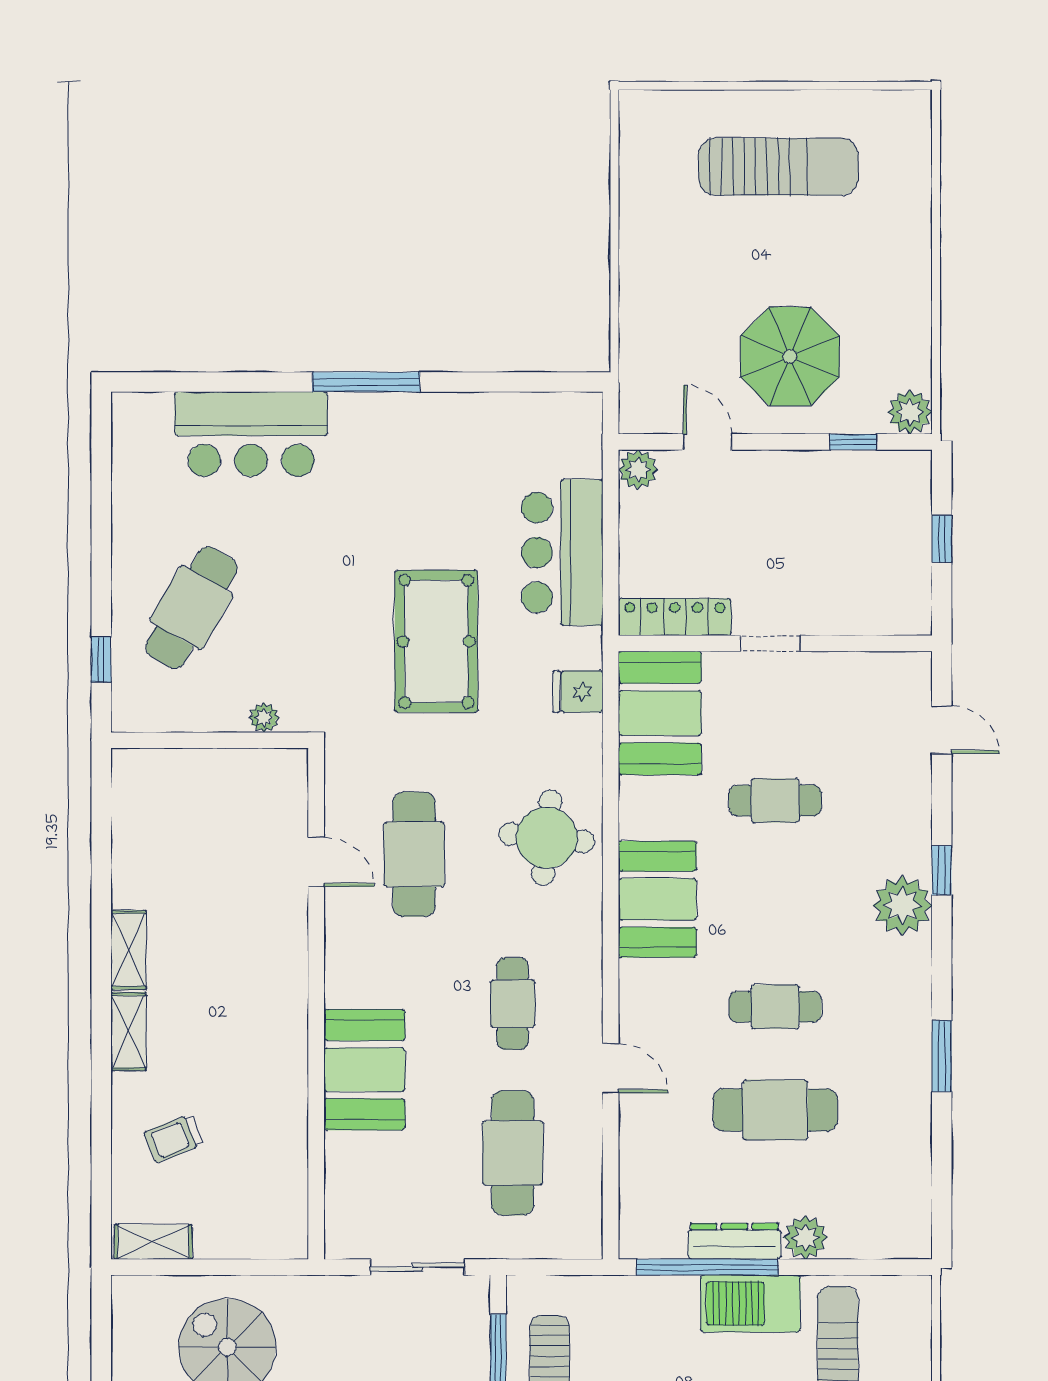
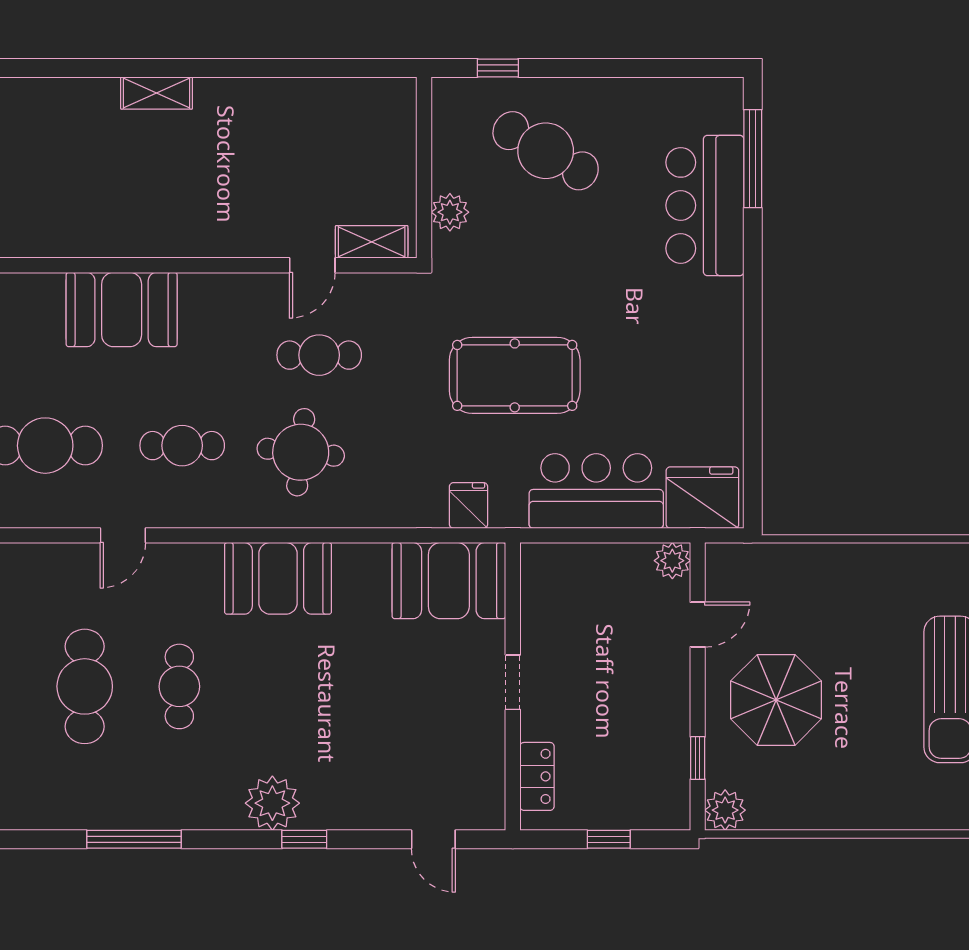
window: (366, 382) -> (753, 159), moved
fridge: (569, 437) -> (702, 498), added
locker: (675, 617) -> (537, 776), moved, width x0.66
plant: (264, 718) -> (450, 212), width x1.38, depth x1.38
door: (942, 730) -> (433, 839), hinge flipped
cafe table: (775, 801) -> (369, 686), removed
round table: (547, 838) -> (301, 452), moved
cafe table: (414, 854) -> (319, 355), width x0.73, depth x0.74
shelving: (129, 950) -> (372, 242), moved
window: (942, 1056) -> (134, 839), width x1.44
trolley: (173, 1138) -> (58, 134), removed

